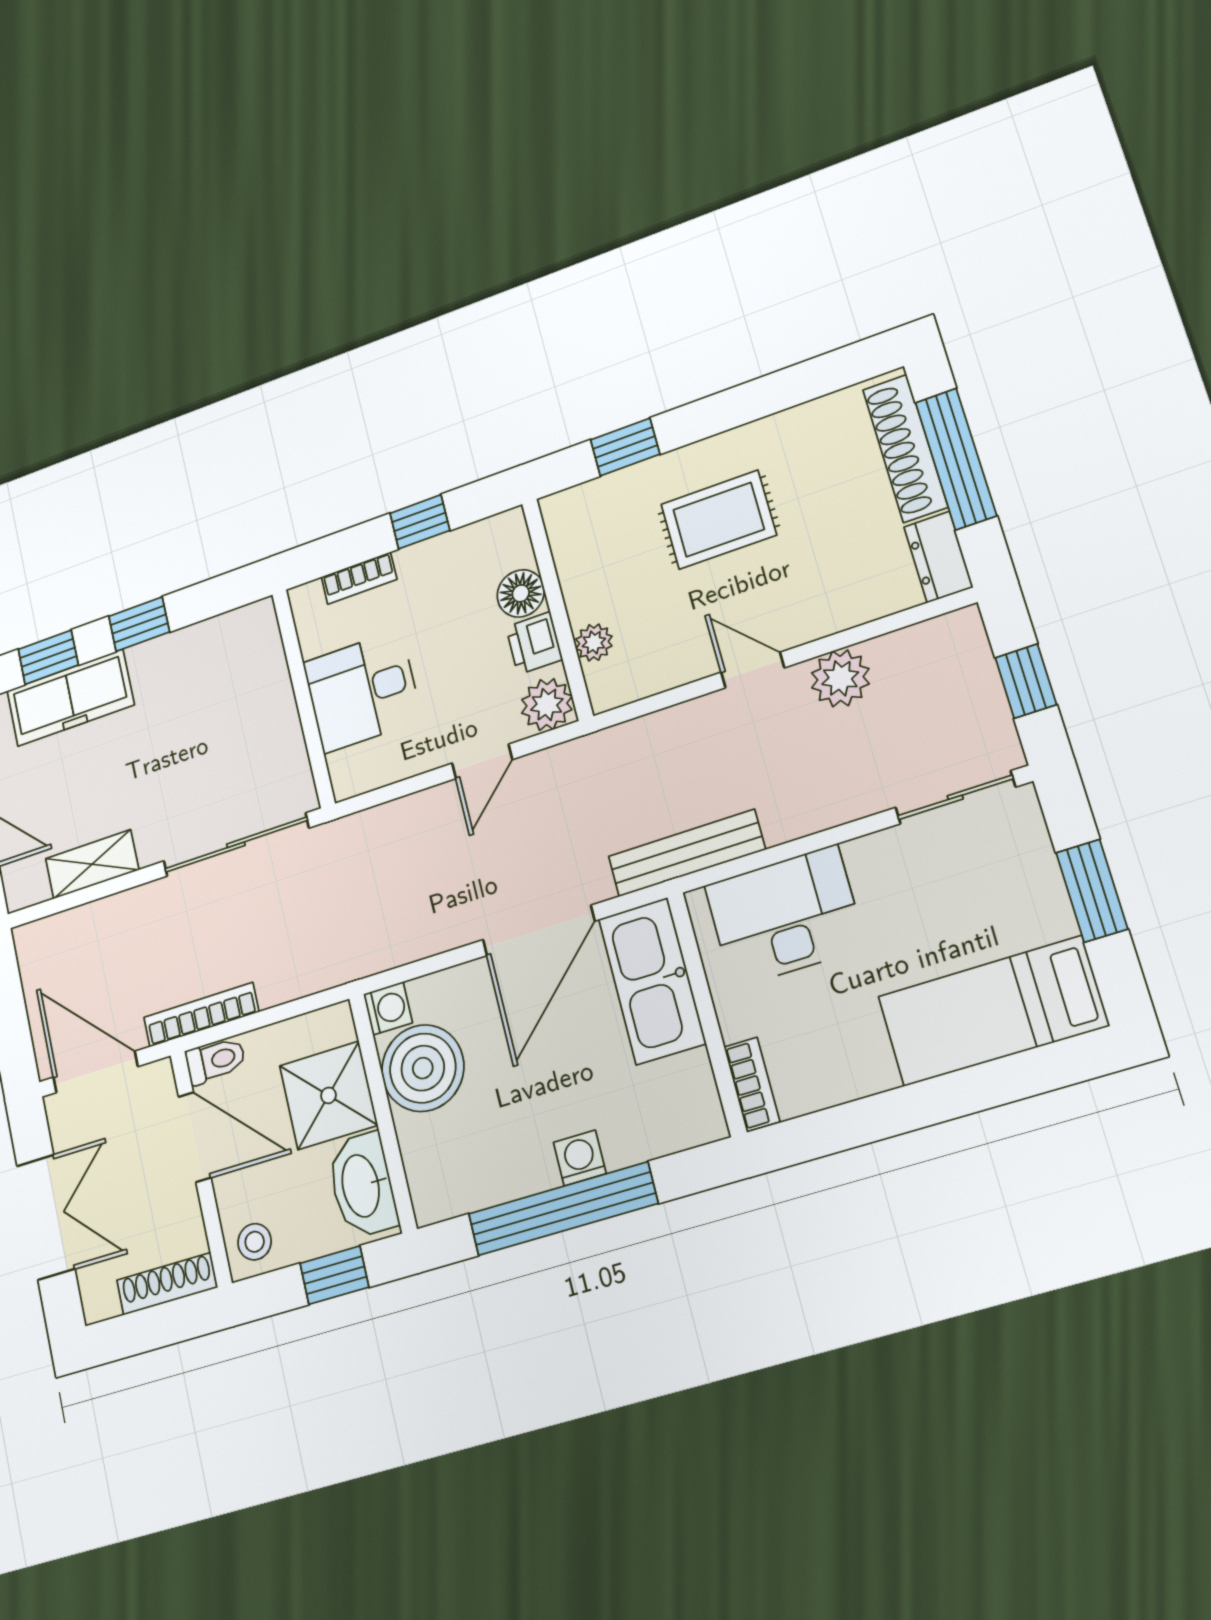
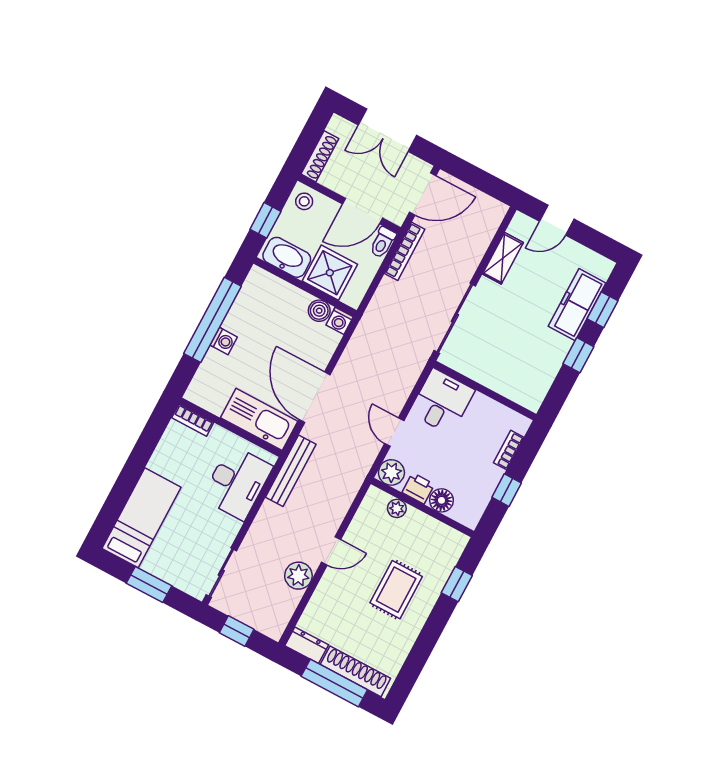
desk: (362, 691) -> (442, 401), moved
boiler: (423, 1068) -> (319, 311), width x0.54, depth x0.54

